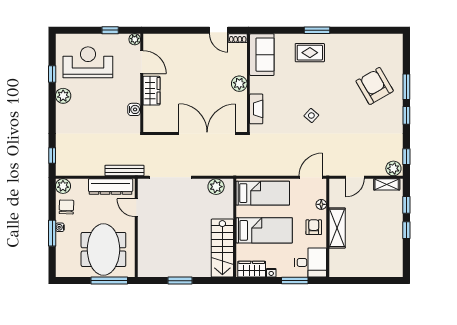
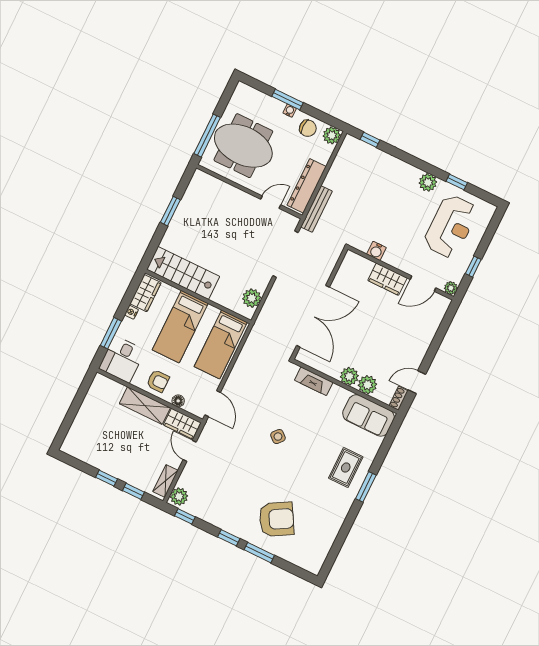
plant: (239, 67) -> (367, 385), added
wardrobe: (337, 193) -> (182, 424), added

